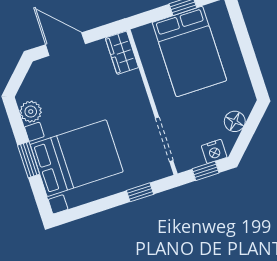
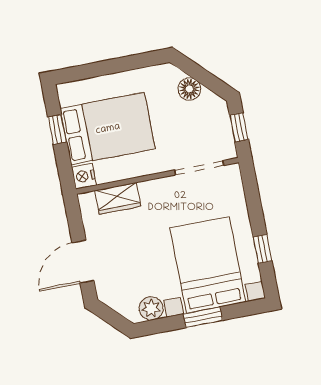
wardrobe: (122, 53) -> (118, 198), moved
nightstand: (214, 151) -> (84, 176), moved, turned 180
window: (140, 192) -> (263, 249), moved

